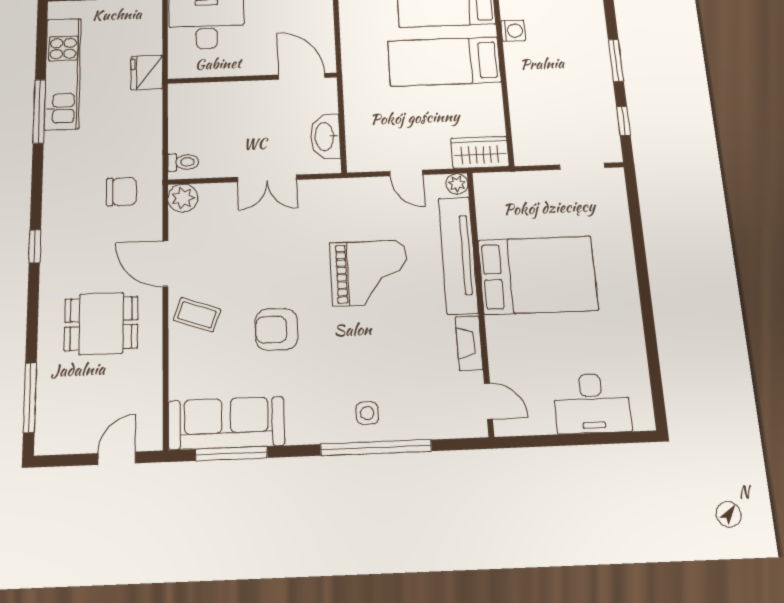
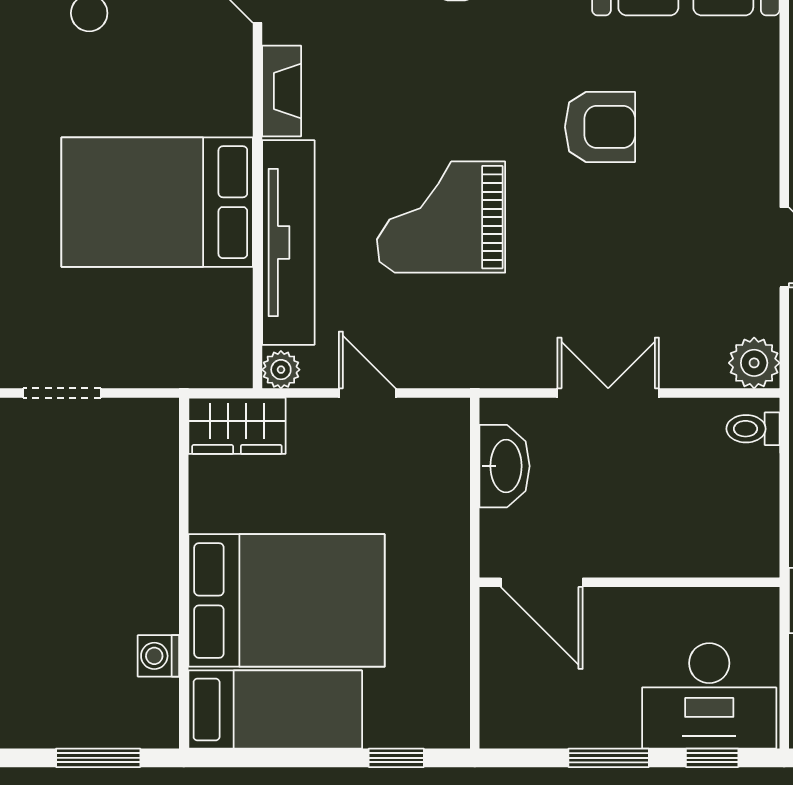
bed: (444, 62) -> (286, 600), width x1.50
coffee table: (197, 315) -> (732, 157), removed

